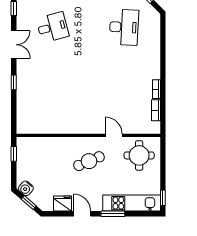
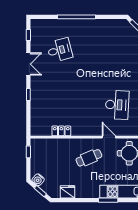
desk: (124, 27) -> (117, 105), moved
locker: (55, 128) -> (61, 131), added
door: (82, 214) -> (83, 200), removed

